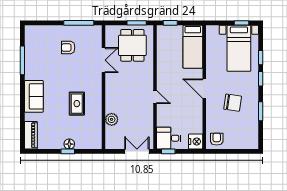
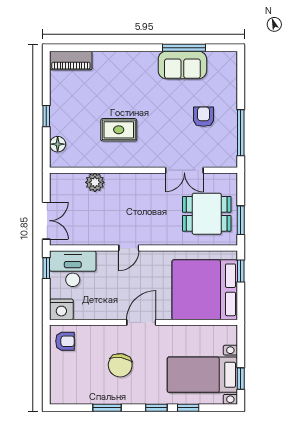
bed: (193, 47) -> (205, 290), width x2.04
sofa: (34, 96) -> (182, 65), moved
desk: (169, 138) -> (73, 269), width x1.37
floor lamp: (69, 144) -> (58, 144), moved

